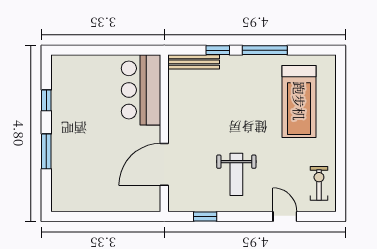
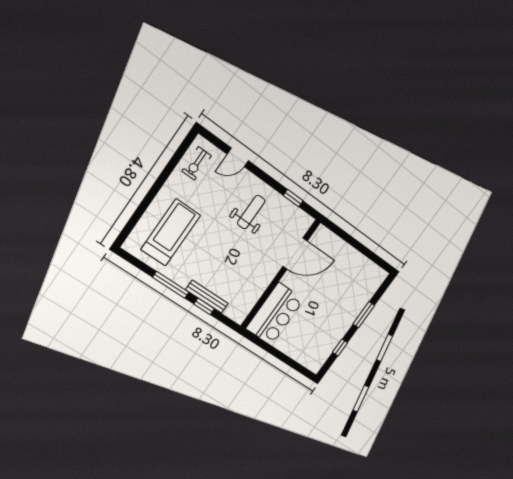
bench: (194, 62) -> (207, 297), moved
door: (285, 217) -> (238, 157), hinge flipped

